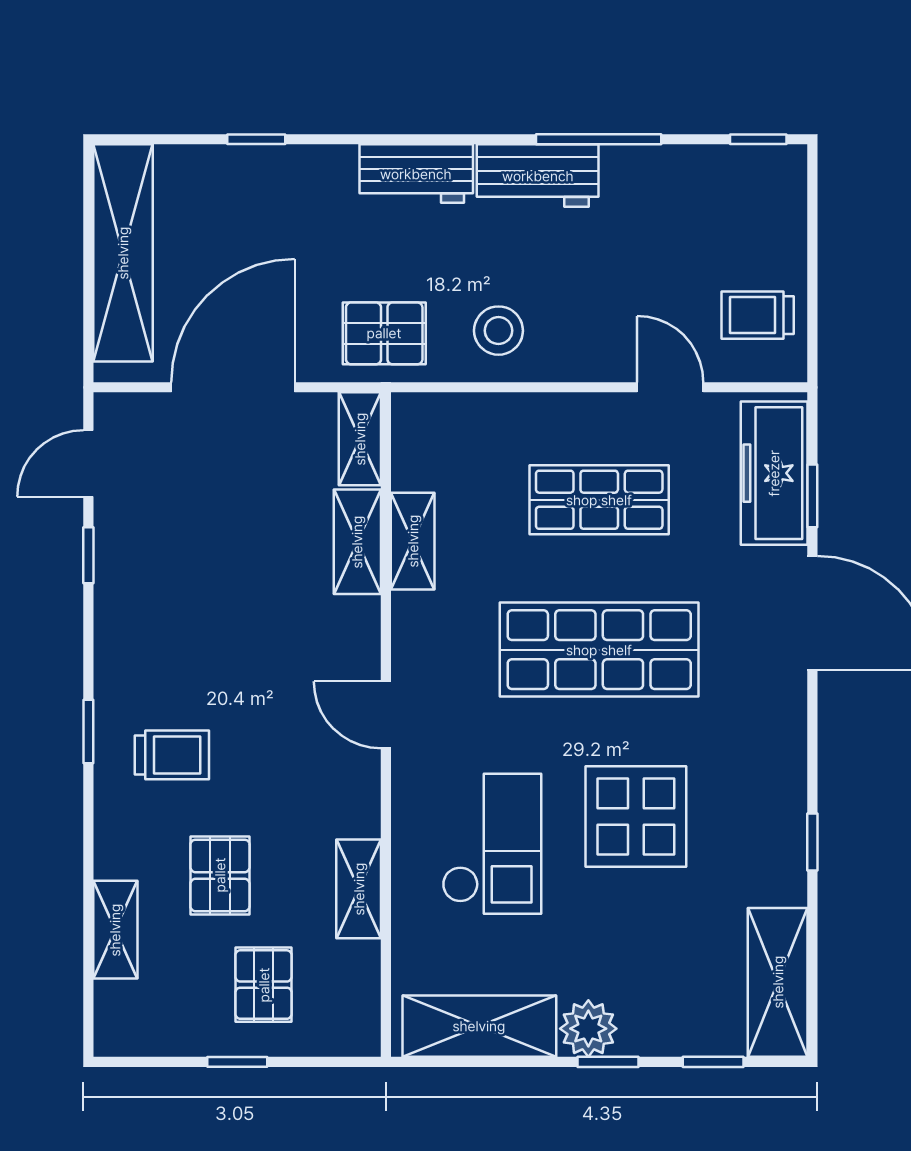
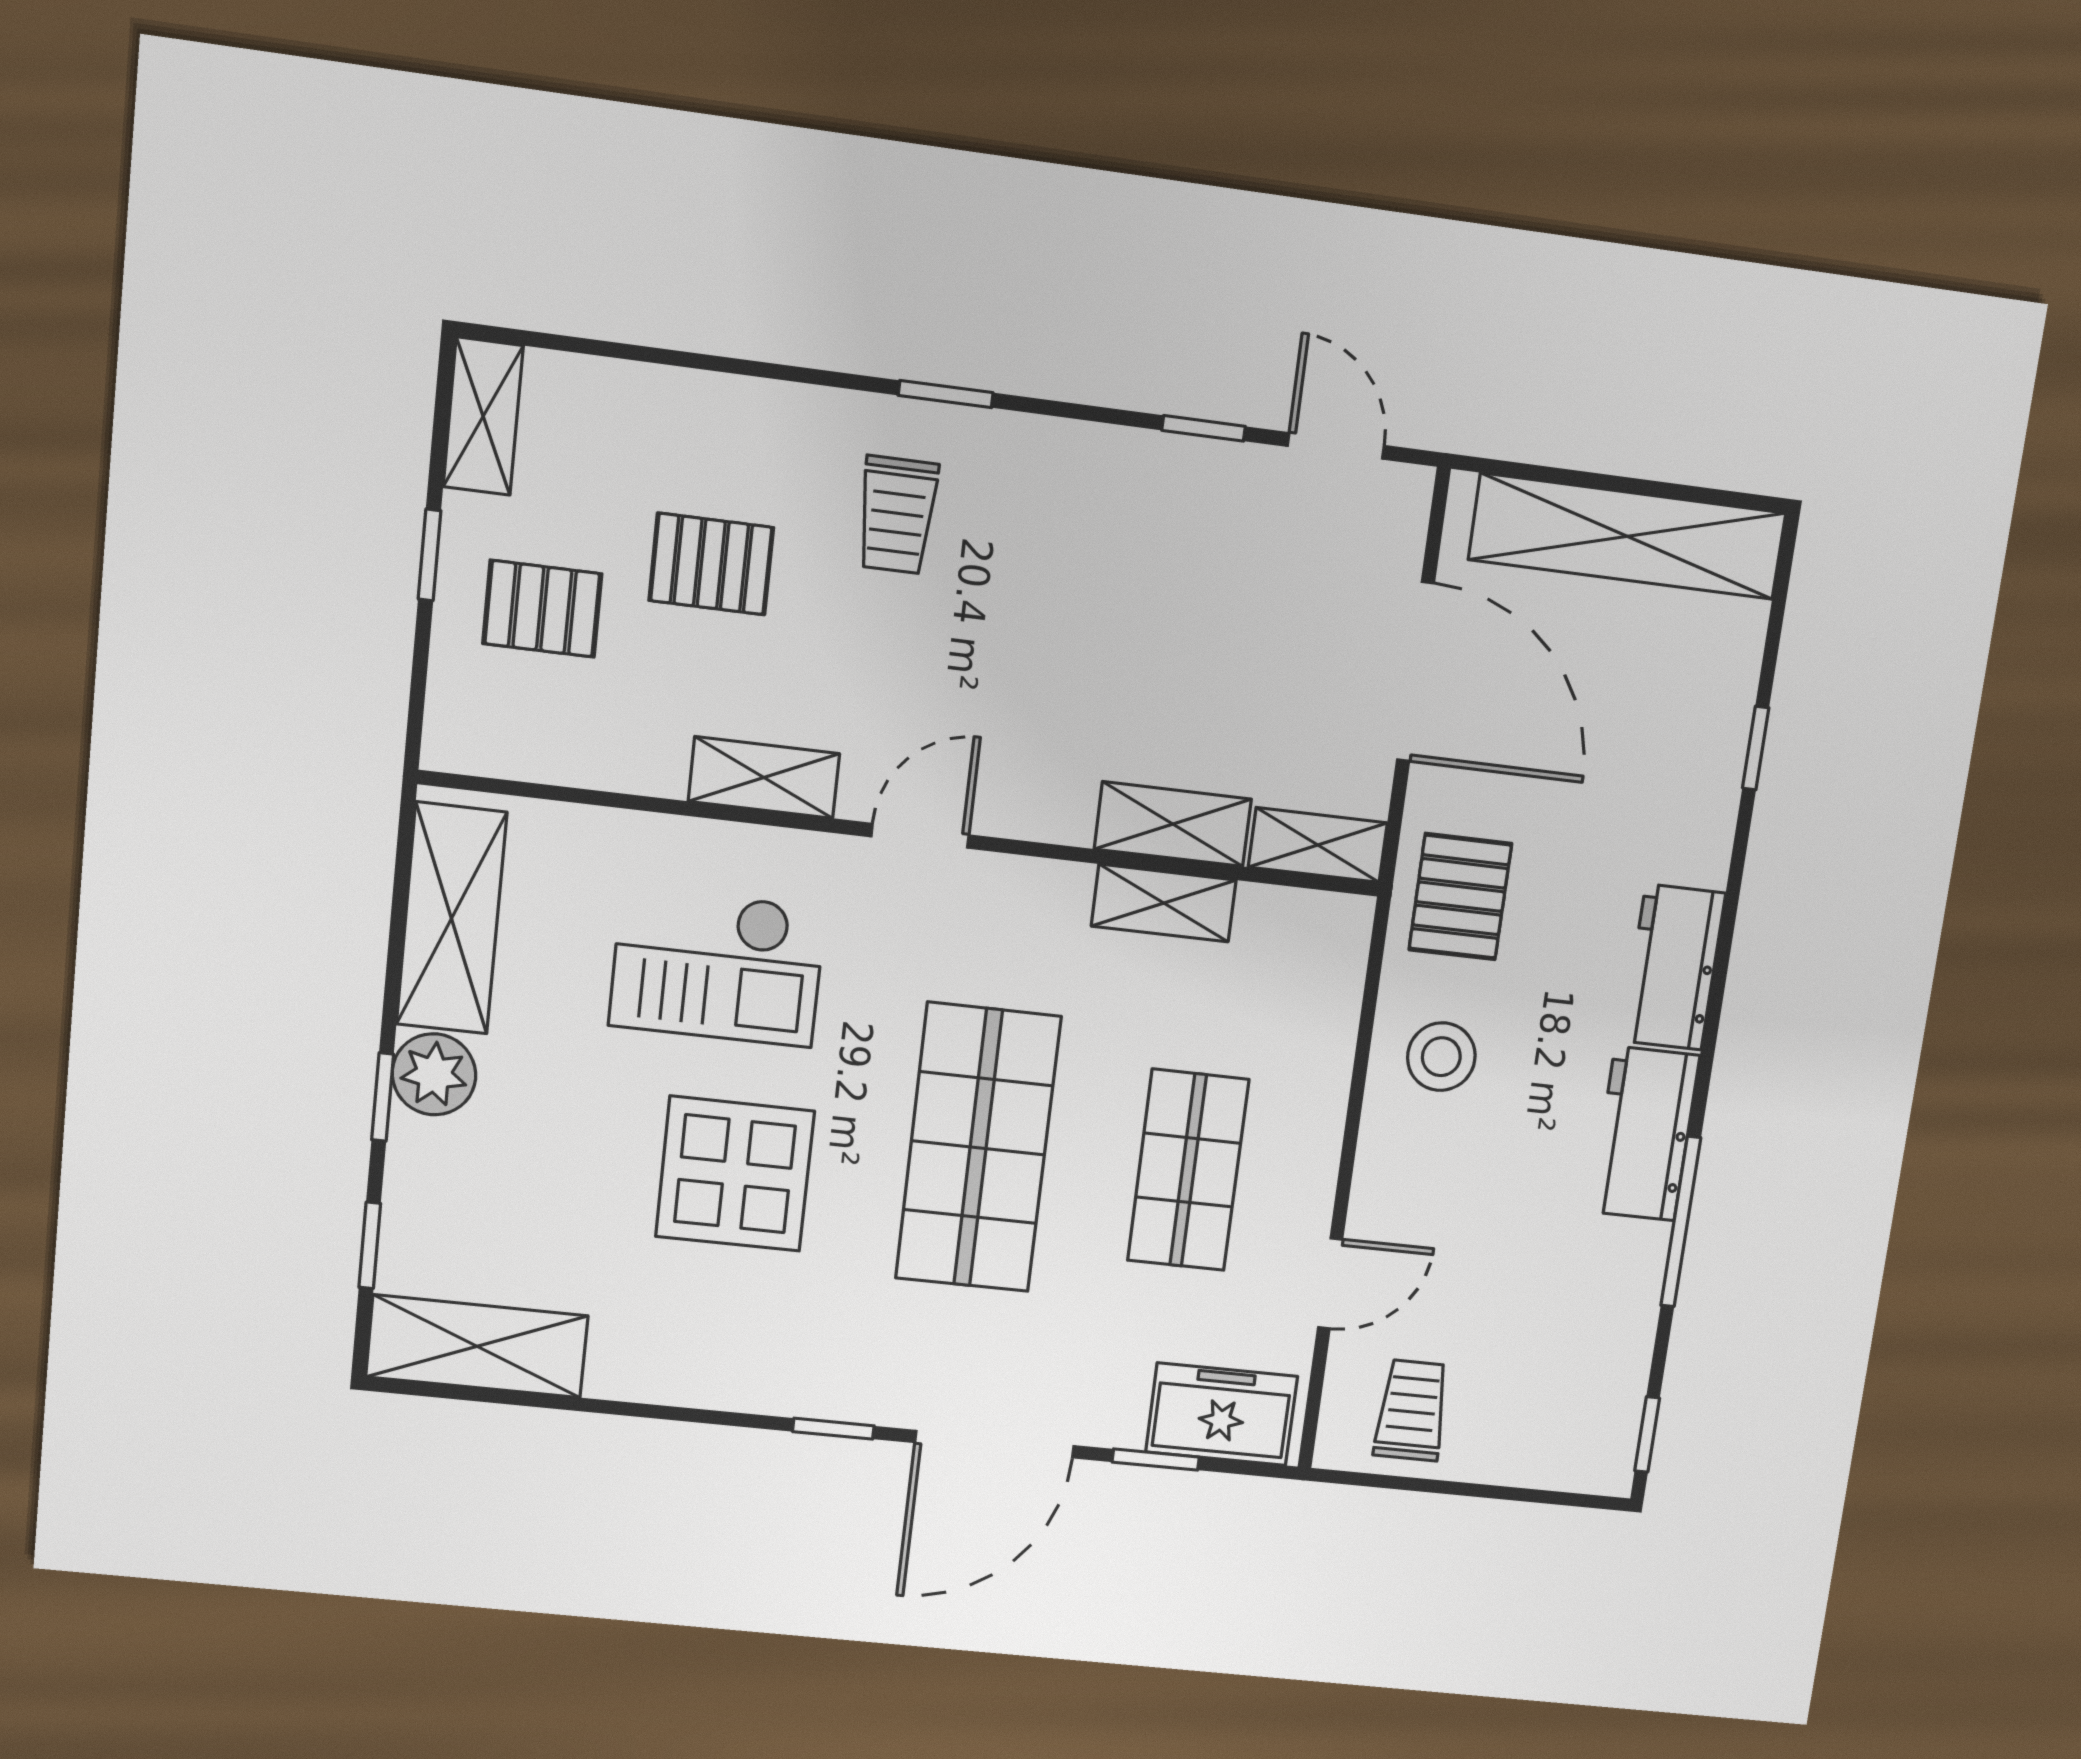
freezer: (774, 473) -> (1222, 1414), width x0.71
window: (812, 842) -> (833, 1429), moved
shelving: (359, 889) -> (764, 777), moved
shelving: (115, 930) -> (483, 416), moved, turned 90

